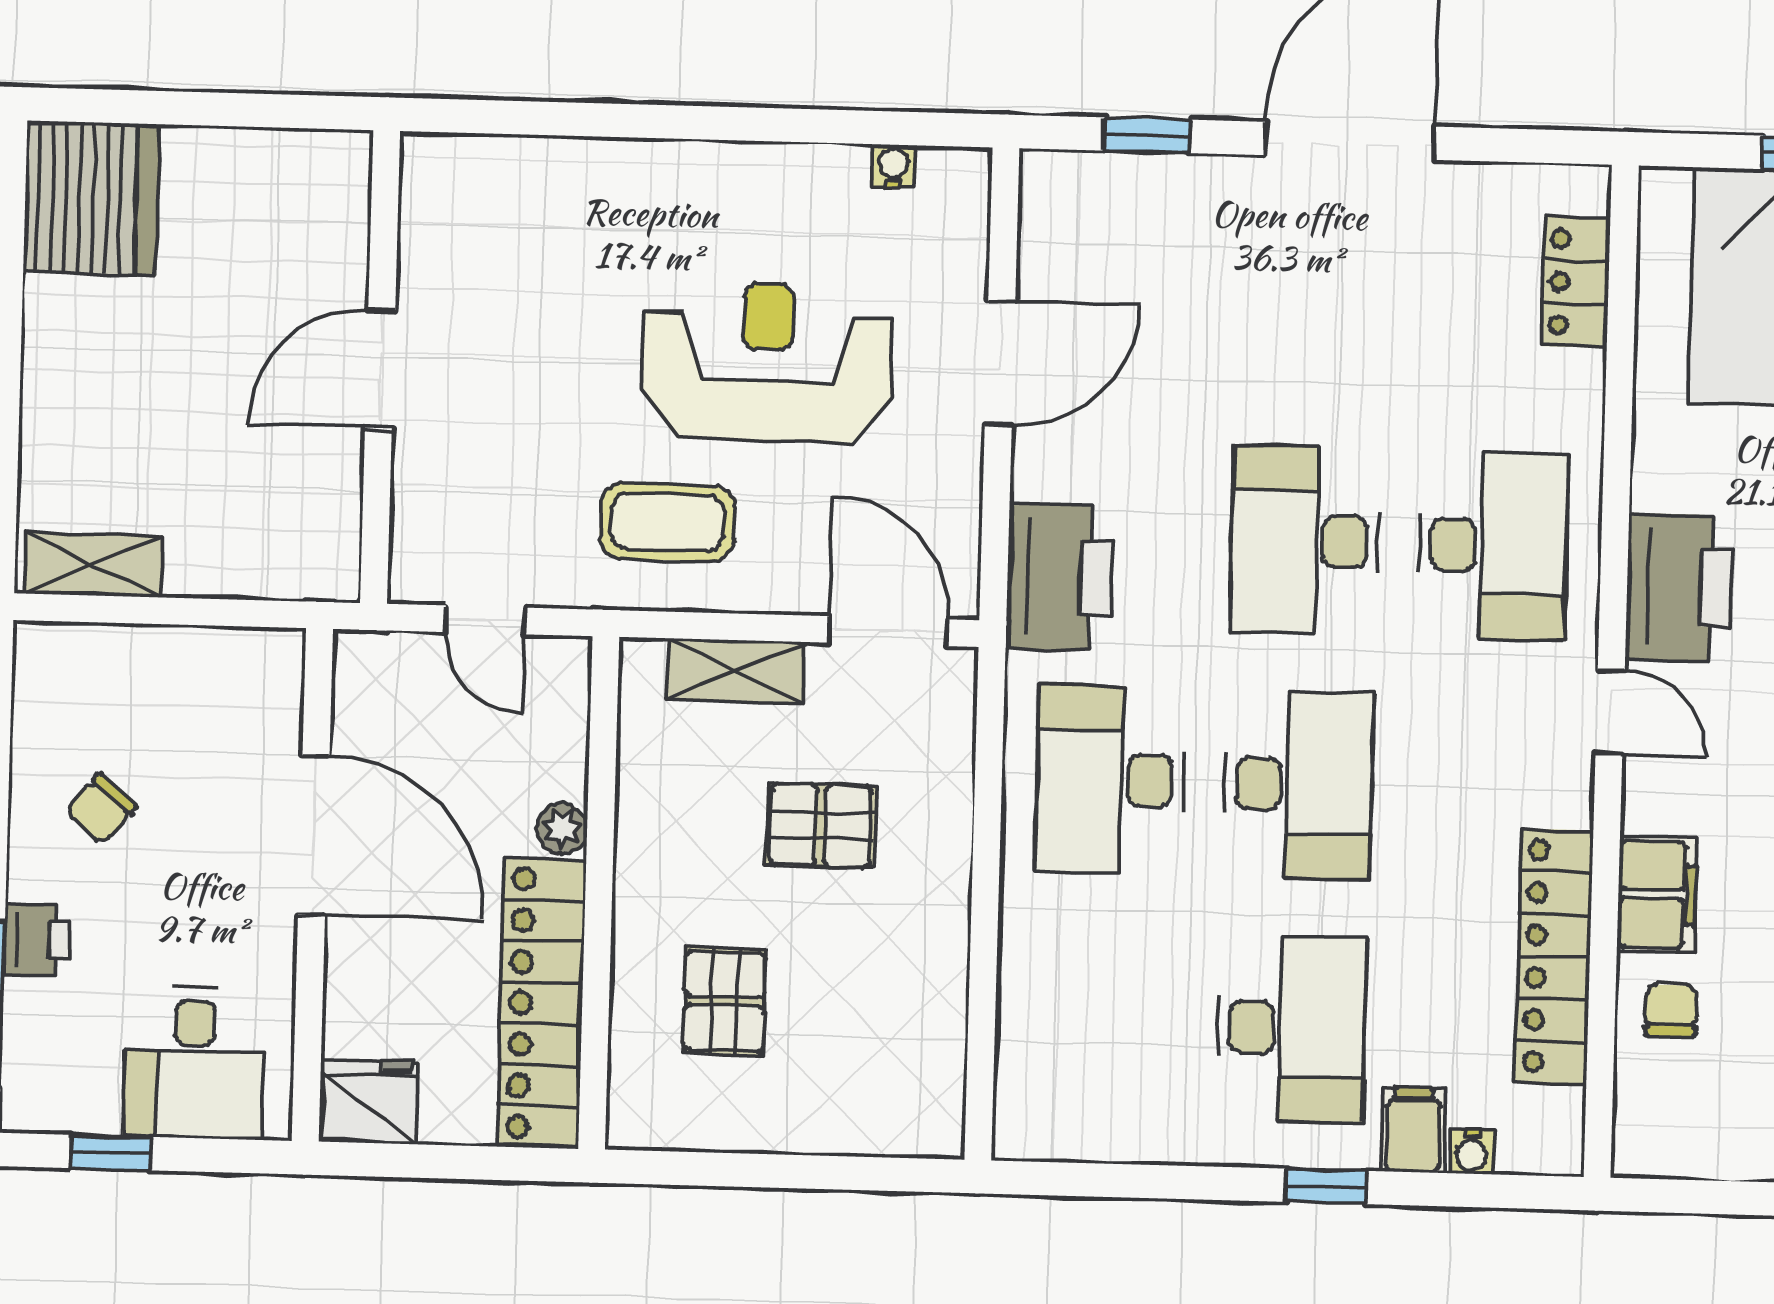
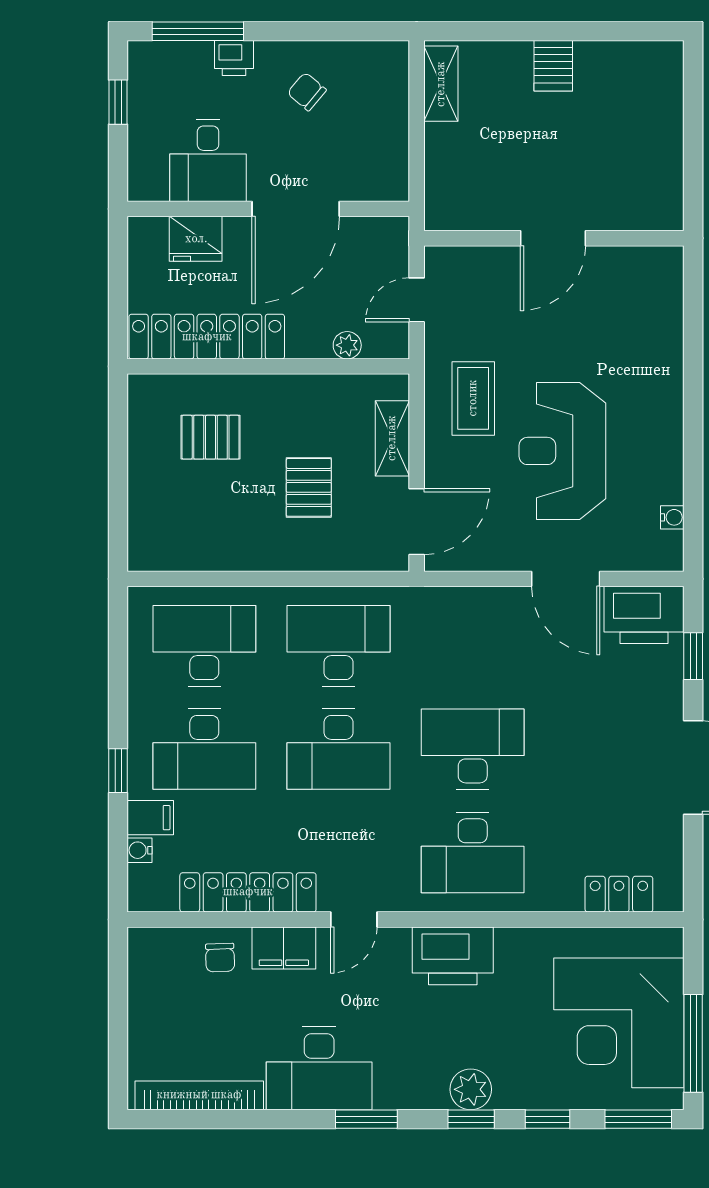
server rack: (91, 198) -> (553, 66), moved, width x0.46, depth x0.70
reception desk: (767, 362) -> (562, 451), turned 180
door: (380, 369) -> (553, 238), swing flipped
printer: (1060, 577) -> (644, 615), moved
door: (1610, 712) -> (354, 919), moved
plant: (562, 829) -> (347, 345), moved
chair: (1671, 1011) -> (220, 958), turned 88
desk: (1103, 1023) -> (204, 646), added
desk: (194, 1063) -> (208, 160), moved, turned -90
fridge: (371, 1102) -> (196, 239), moved, turned 90

